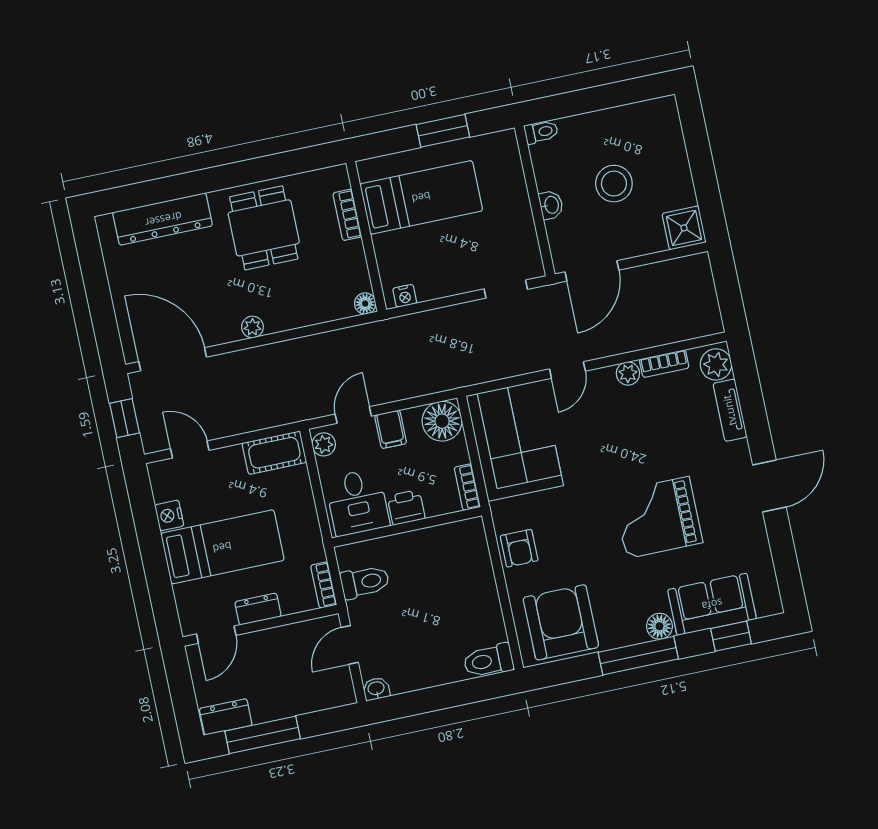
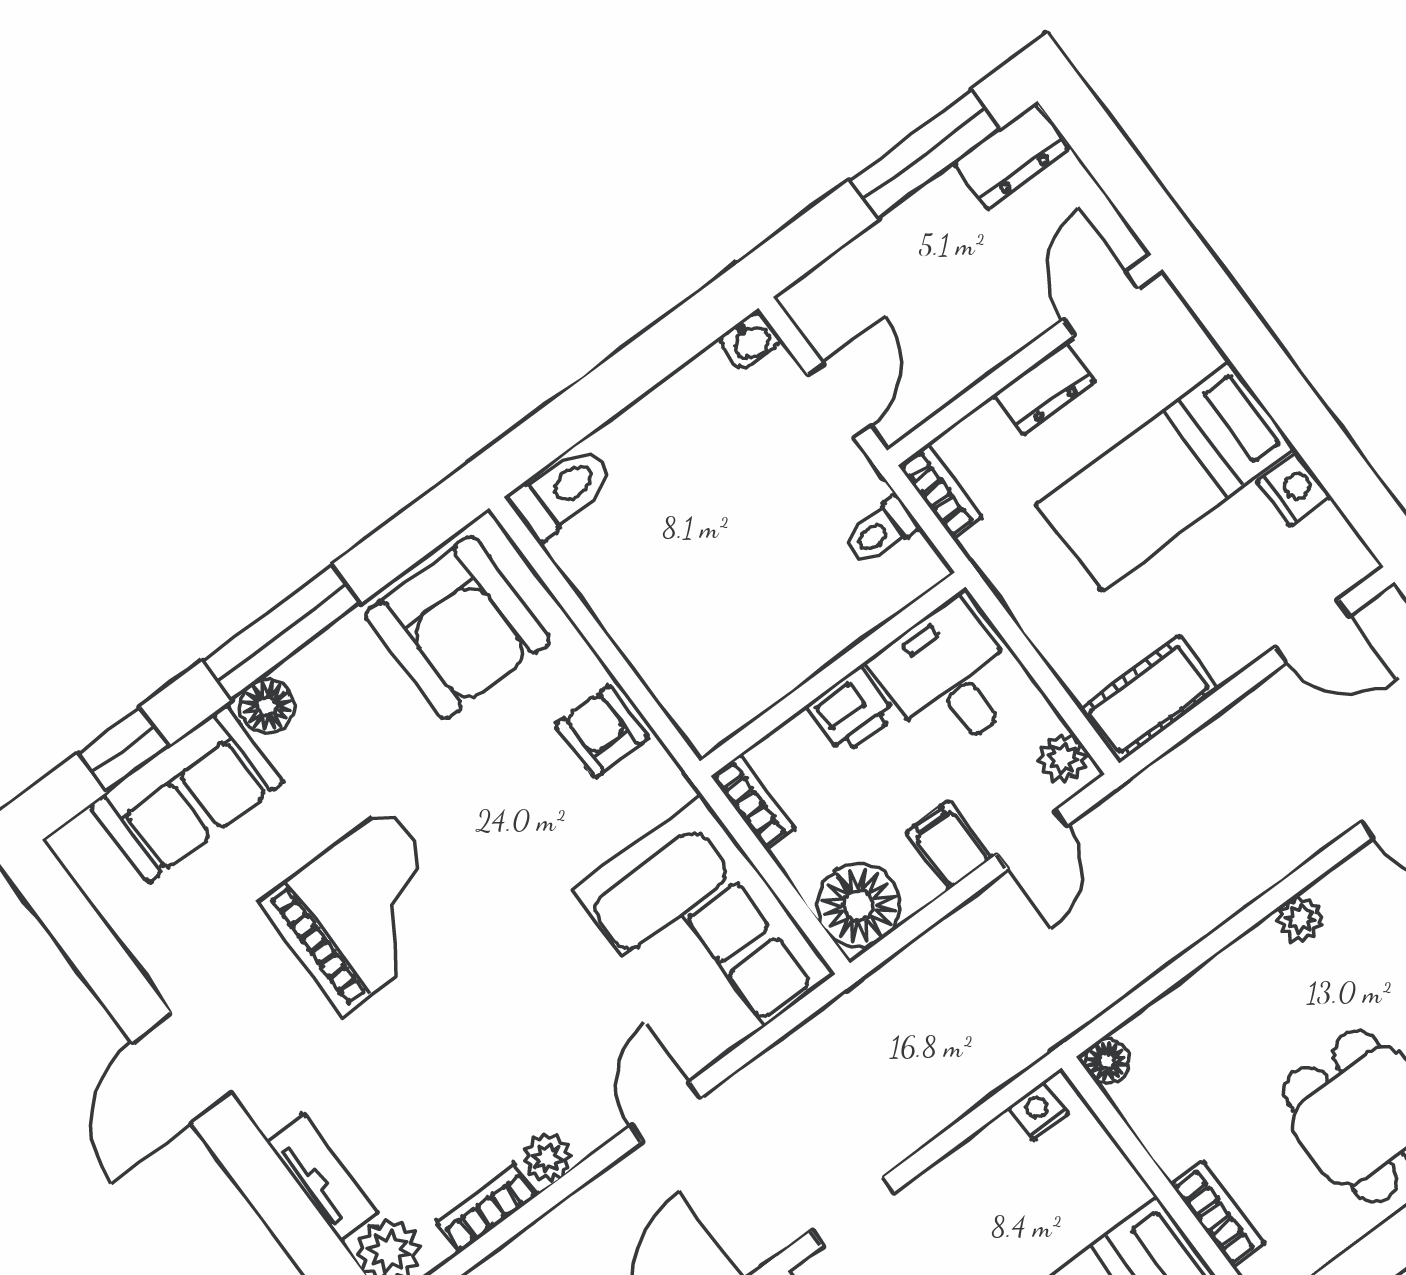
toilet: (365, 582) -> (880, 531), width x0.73, depth x0.72

